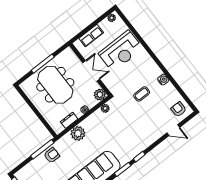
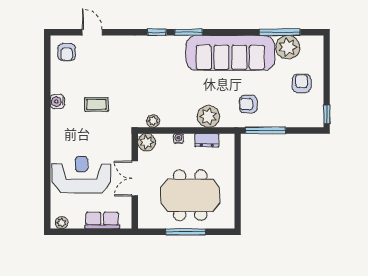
meeting table: (55, 85) -> (190, 195), turned 90
armchair: (52, 155) -> (248, 104), moved

